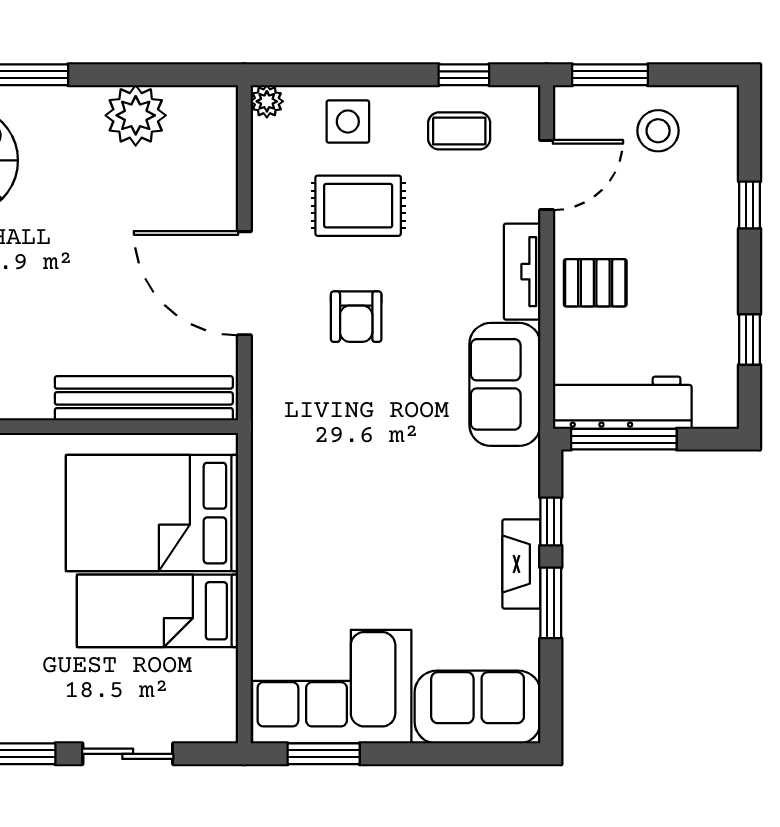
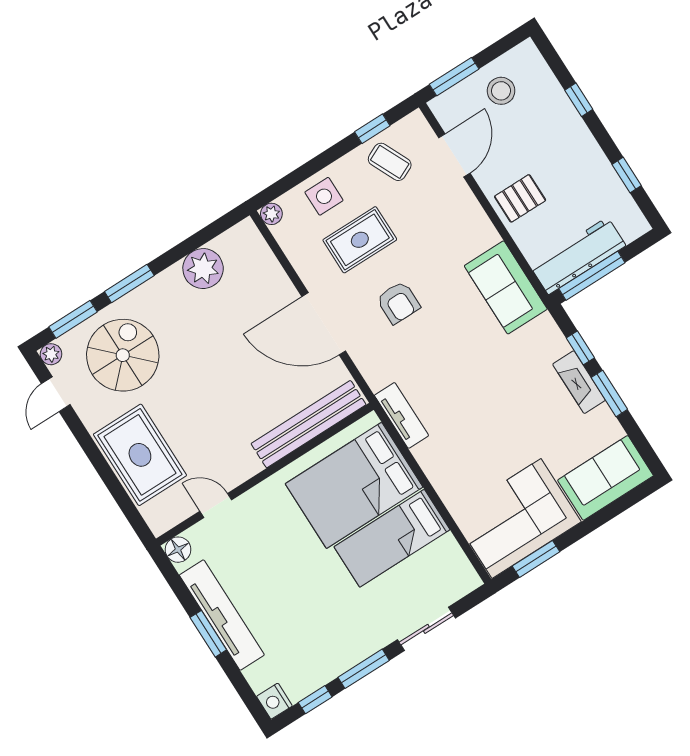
coffee table: (459, 131) -> (390, 162), turned 65
tv unit: (522, 272) -> (401, 415), moved, turned 180

